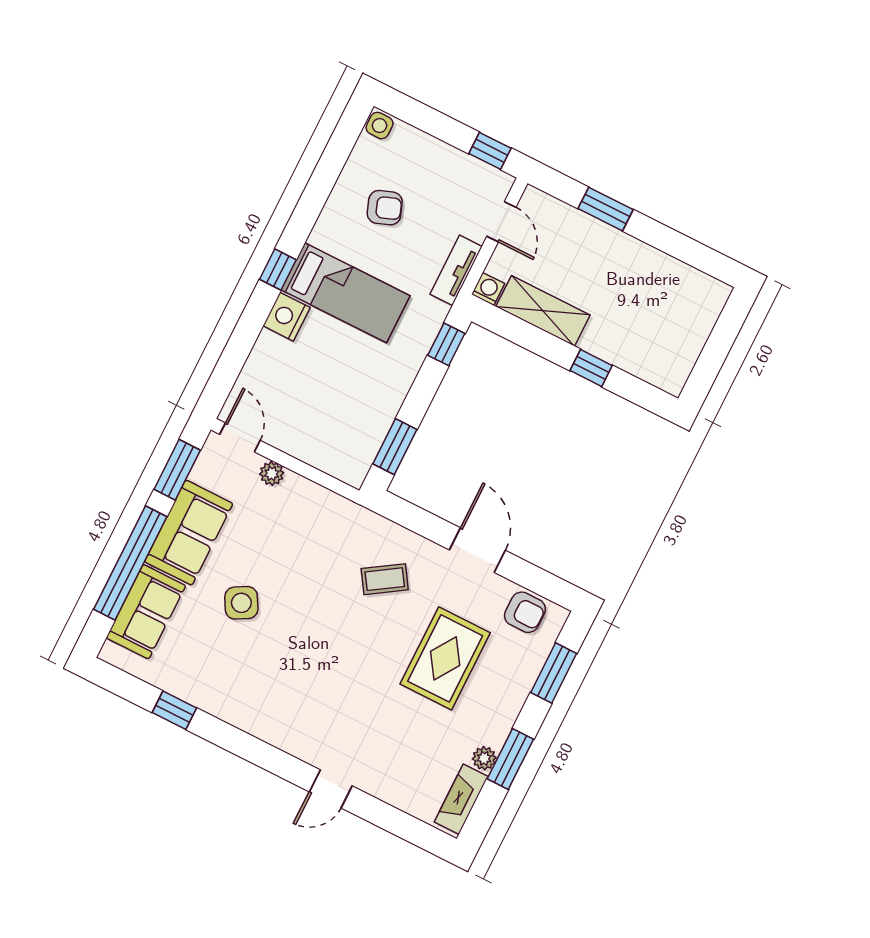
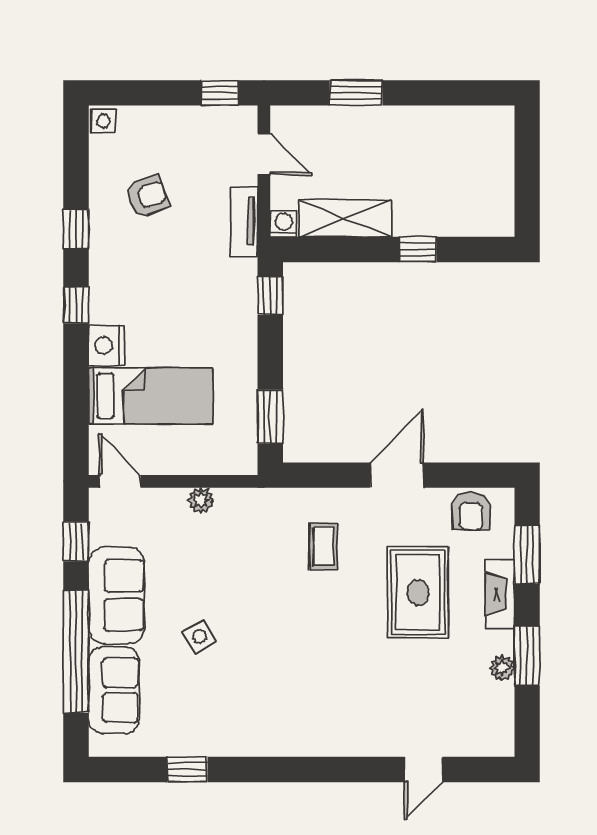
window: (310, 205) -> (76, 229), added
bed: (346, 293) -> (151, 396), moved
window: (177, 470) -> (76, 542), width x0.67
plant: (272, 474) -> (201, 500), moved
door: (477, 550) -> (397, 475), hinge flipped
coffee table: (385, 579) -> (323, 546), turned -57
side table: (241, 603) -> (200, 637), width x0.73, depth x0.73
armchair: (525, 612) -> (471, 511), turned 90
door: (331, 789) -> (424, 769), moved
fireplace: (461, 799) -> (500, 594), moved

